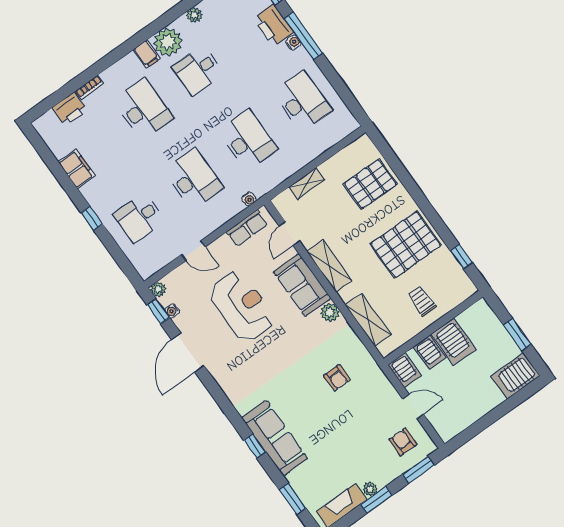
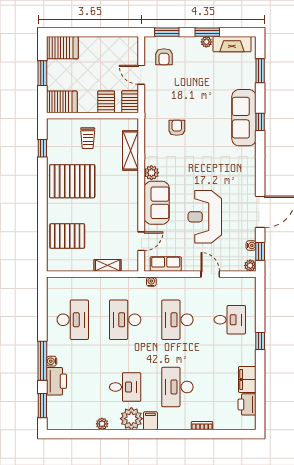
desk: (302, 101) -> (73, 320), turned 180
printer: (69, 109) -> (247, 404), moved, turned -90
shelving: (329, 266) -> (131, 203), removed
server rack: (454, 342) -> (62, 102), moved, turned 90

